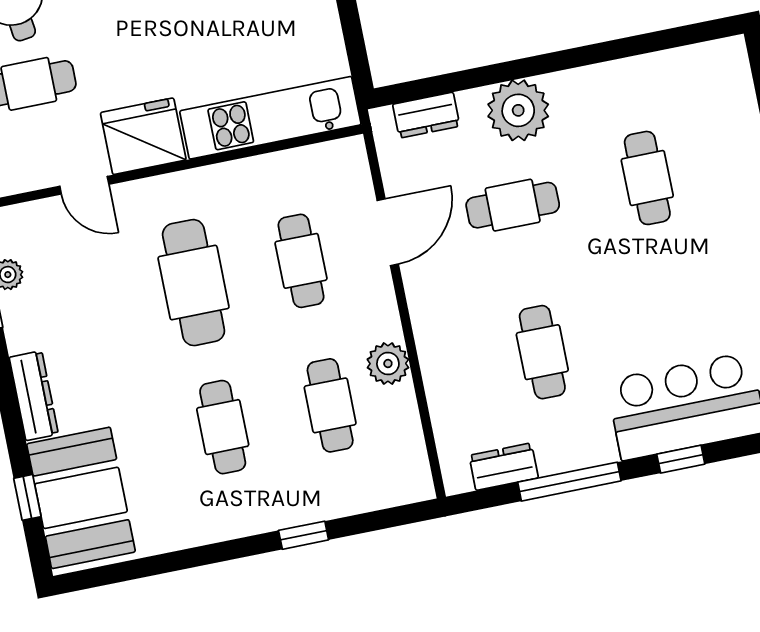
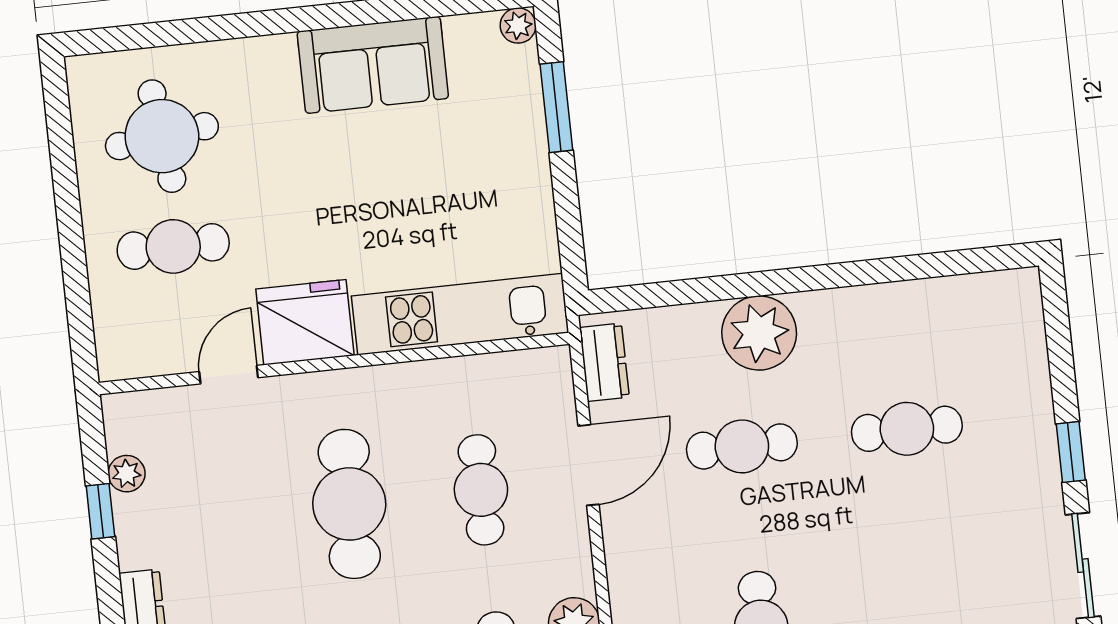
dresser: (426, 115) -> (604, 362), moved, turned -90
cafe table: (647, 178) -> (907, 429), turned 90
door: (84, 185) -> (229, 375), swing flipped

